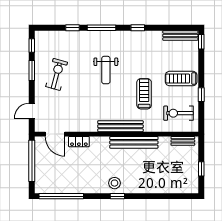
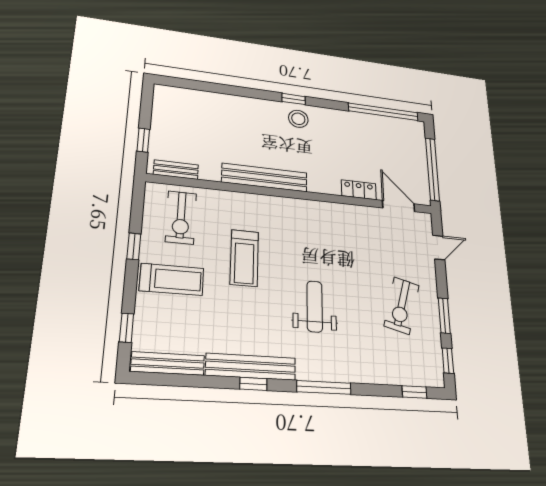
window: (73, 28) -> (414, 392), moved
window: (201, 42) -> (127, 328), moved
exercise bike: (179, 113) -> (181, 217), turned 90
bench: (120, 126) -> (251, 367), moved
window: (201, 169) -> (143, 140), moved

